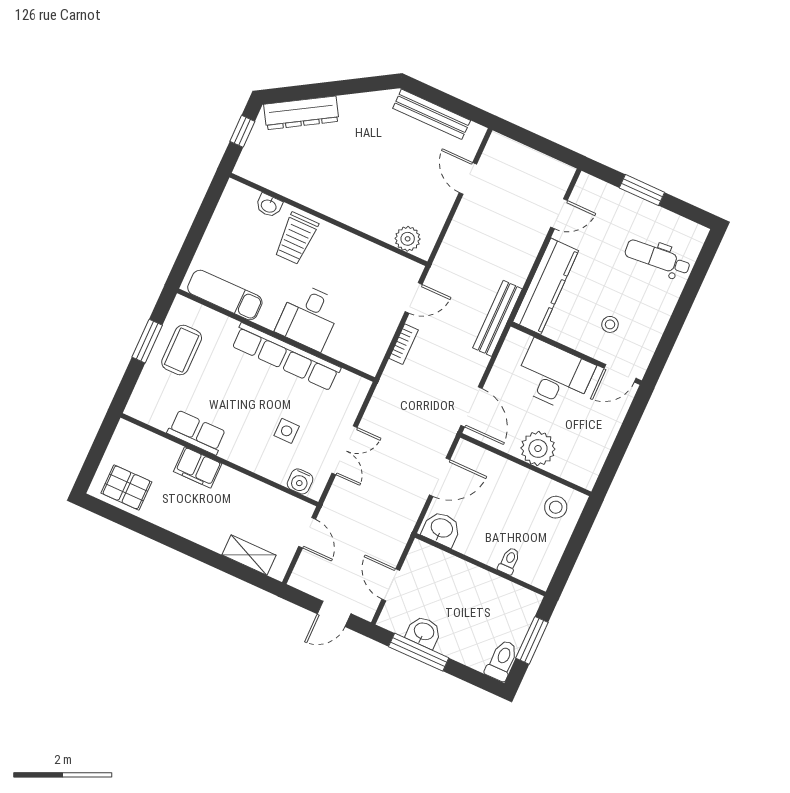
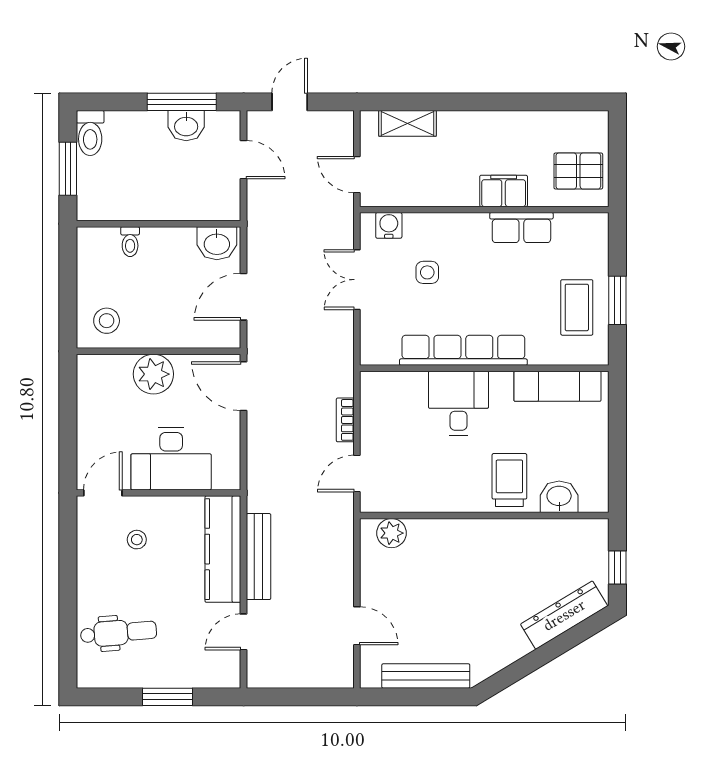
washbasin: (269, 206) -> (559, 497), width x1.38, depth x1.45
bench: (497, 318) -> (258, 557), moved
pallet: (126, 487) -> (578, 171), moved

